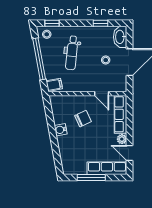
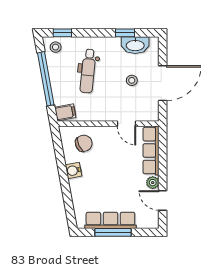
washbasin: (120, 37) -> (135, 45), moved, turned -90
chair: (83, 119) -> (84, 143), moved
row of seats: (107, 168) -> (110, 220), moved

